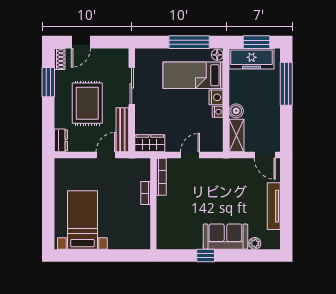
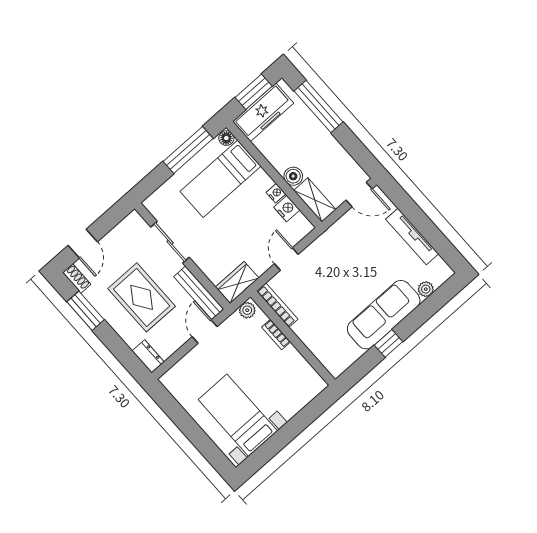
nightstand: (216, 97) -> (287, 209), moved
plant: (141, 164) -> (247, 310), added
sofa: (225, 237) -> (384, 315), width x1.36

